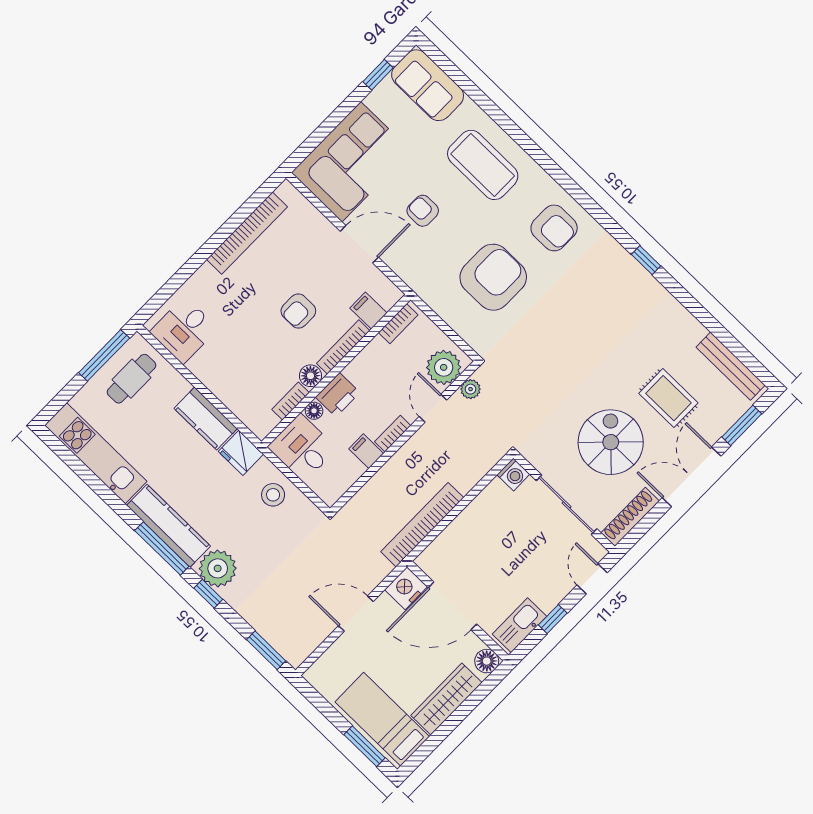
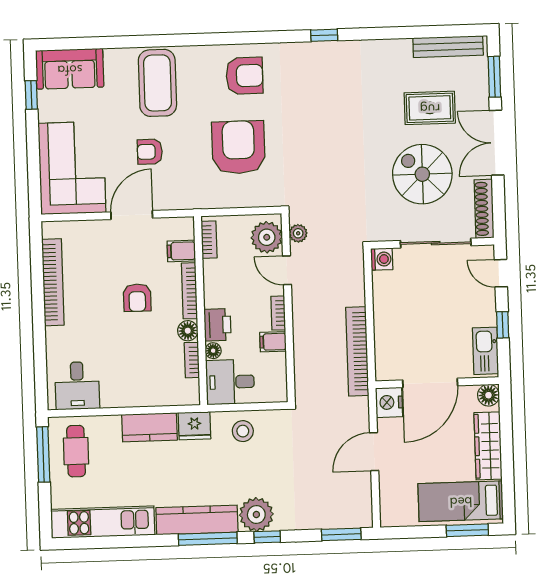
coffee table: (483, 165) -> (157, 83), turned 90

